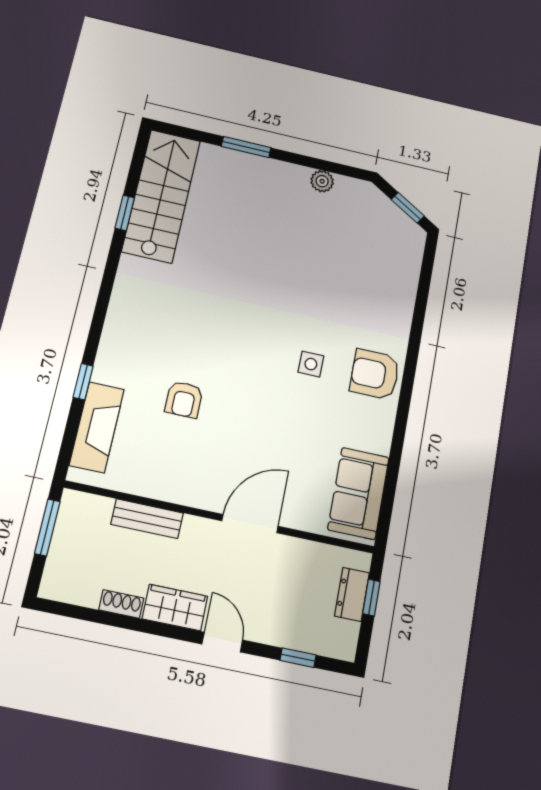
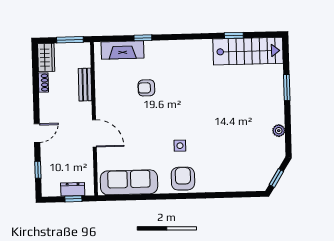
sofa: (358, 493) -> (129, 182), width x1.36
wardrobe: (175, 608) -> (46, 57), moved

